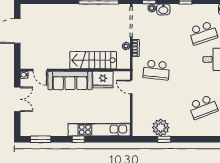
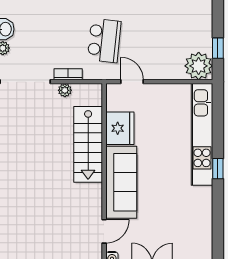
door: (131, 87) -> (132, 82), swing flipped
plant: (161, 128) -> (199, 66), moved
window: (41, 139) -> (218, 230), removed
window: (164, 139) -> (218, 48), moved

